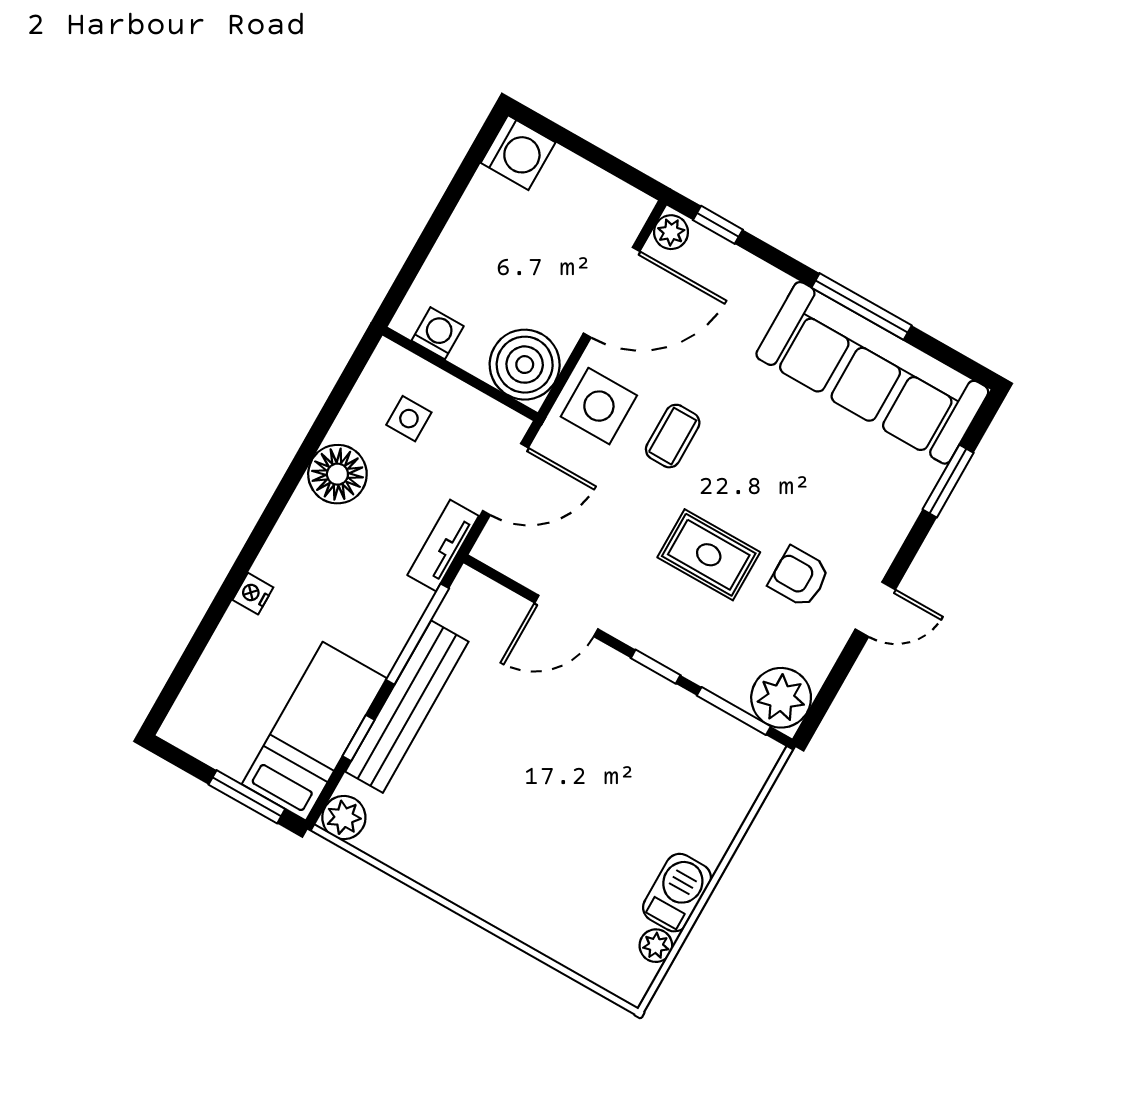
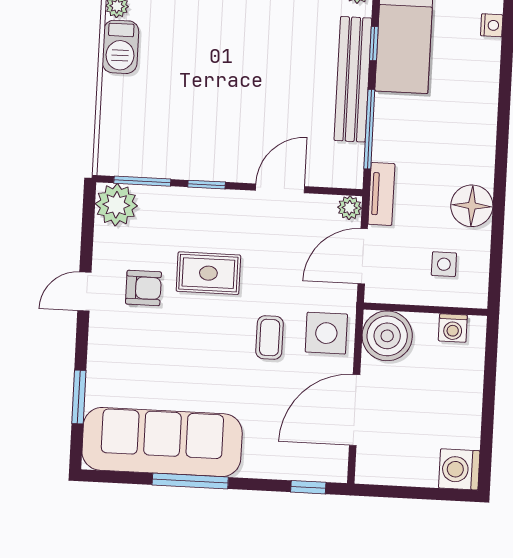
plant: (671, 232) -> (350, 208), moved
nightstand: (253, 594) -> (492, 25), moved

